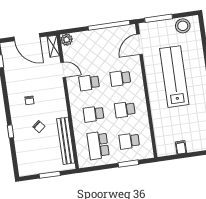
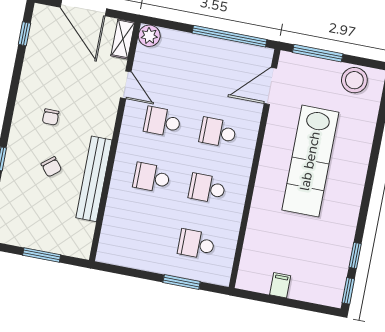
lab bench: (174, 77) -> (310, 161), turned 180
bench: (66, 141) -> (94, 179), moved
school desk: (98, 145) -> (141, 234), removed

